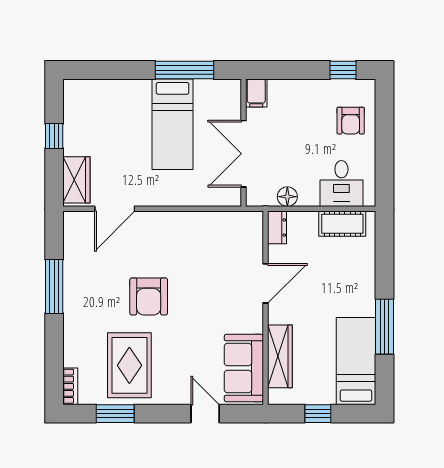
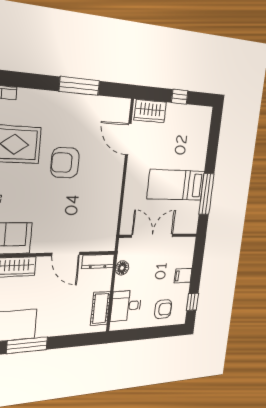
filing cabinet: (256, 93) -> (183, 276), moved
armchair: (351, 121) -> (163, 309), turned 180
dresser: (277, 227) -> (98, 261), width x1.44

